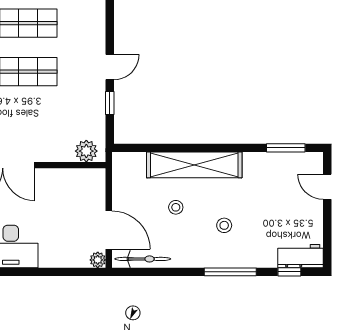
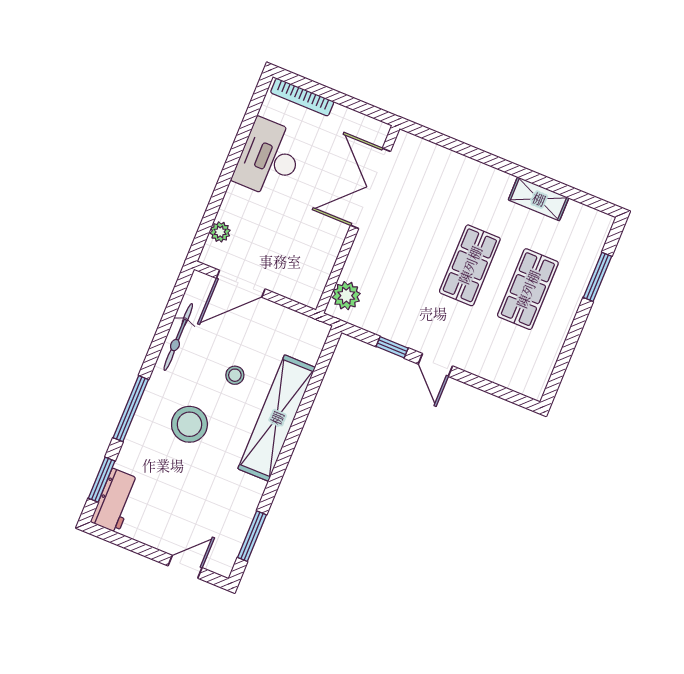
stool: (224, 225) -> (189, 424), width x1.89, depth x1.89
bicycle: (143, 259) -> (178, 337), moved
plant: (98, 260) -> (220, 232), moved
window: (289, 272) -> (102, 480), width x1.50

